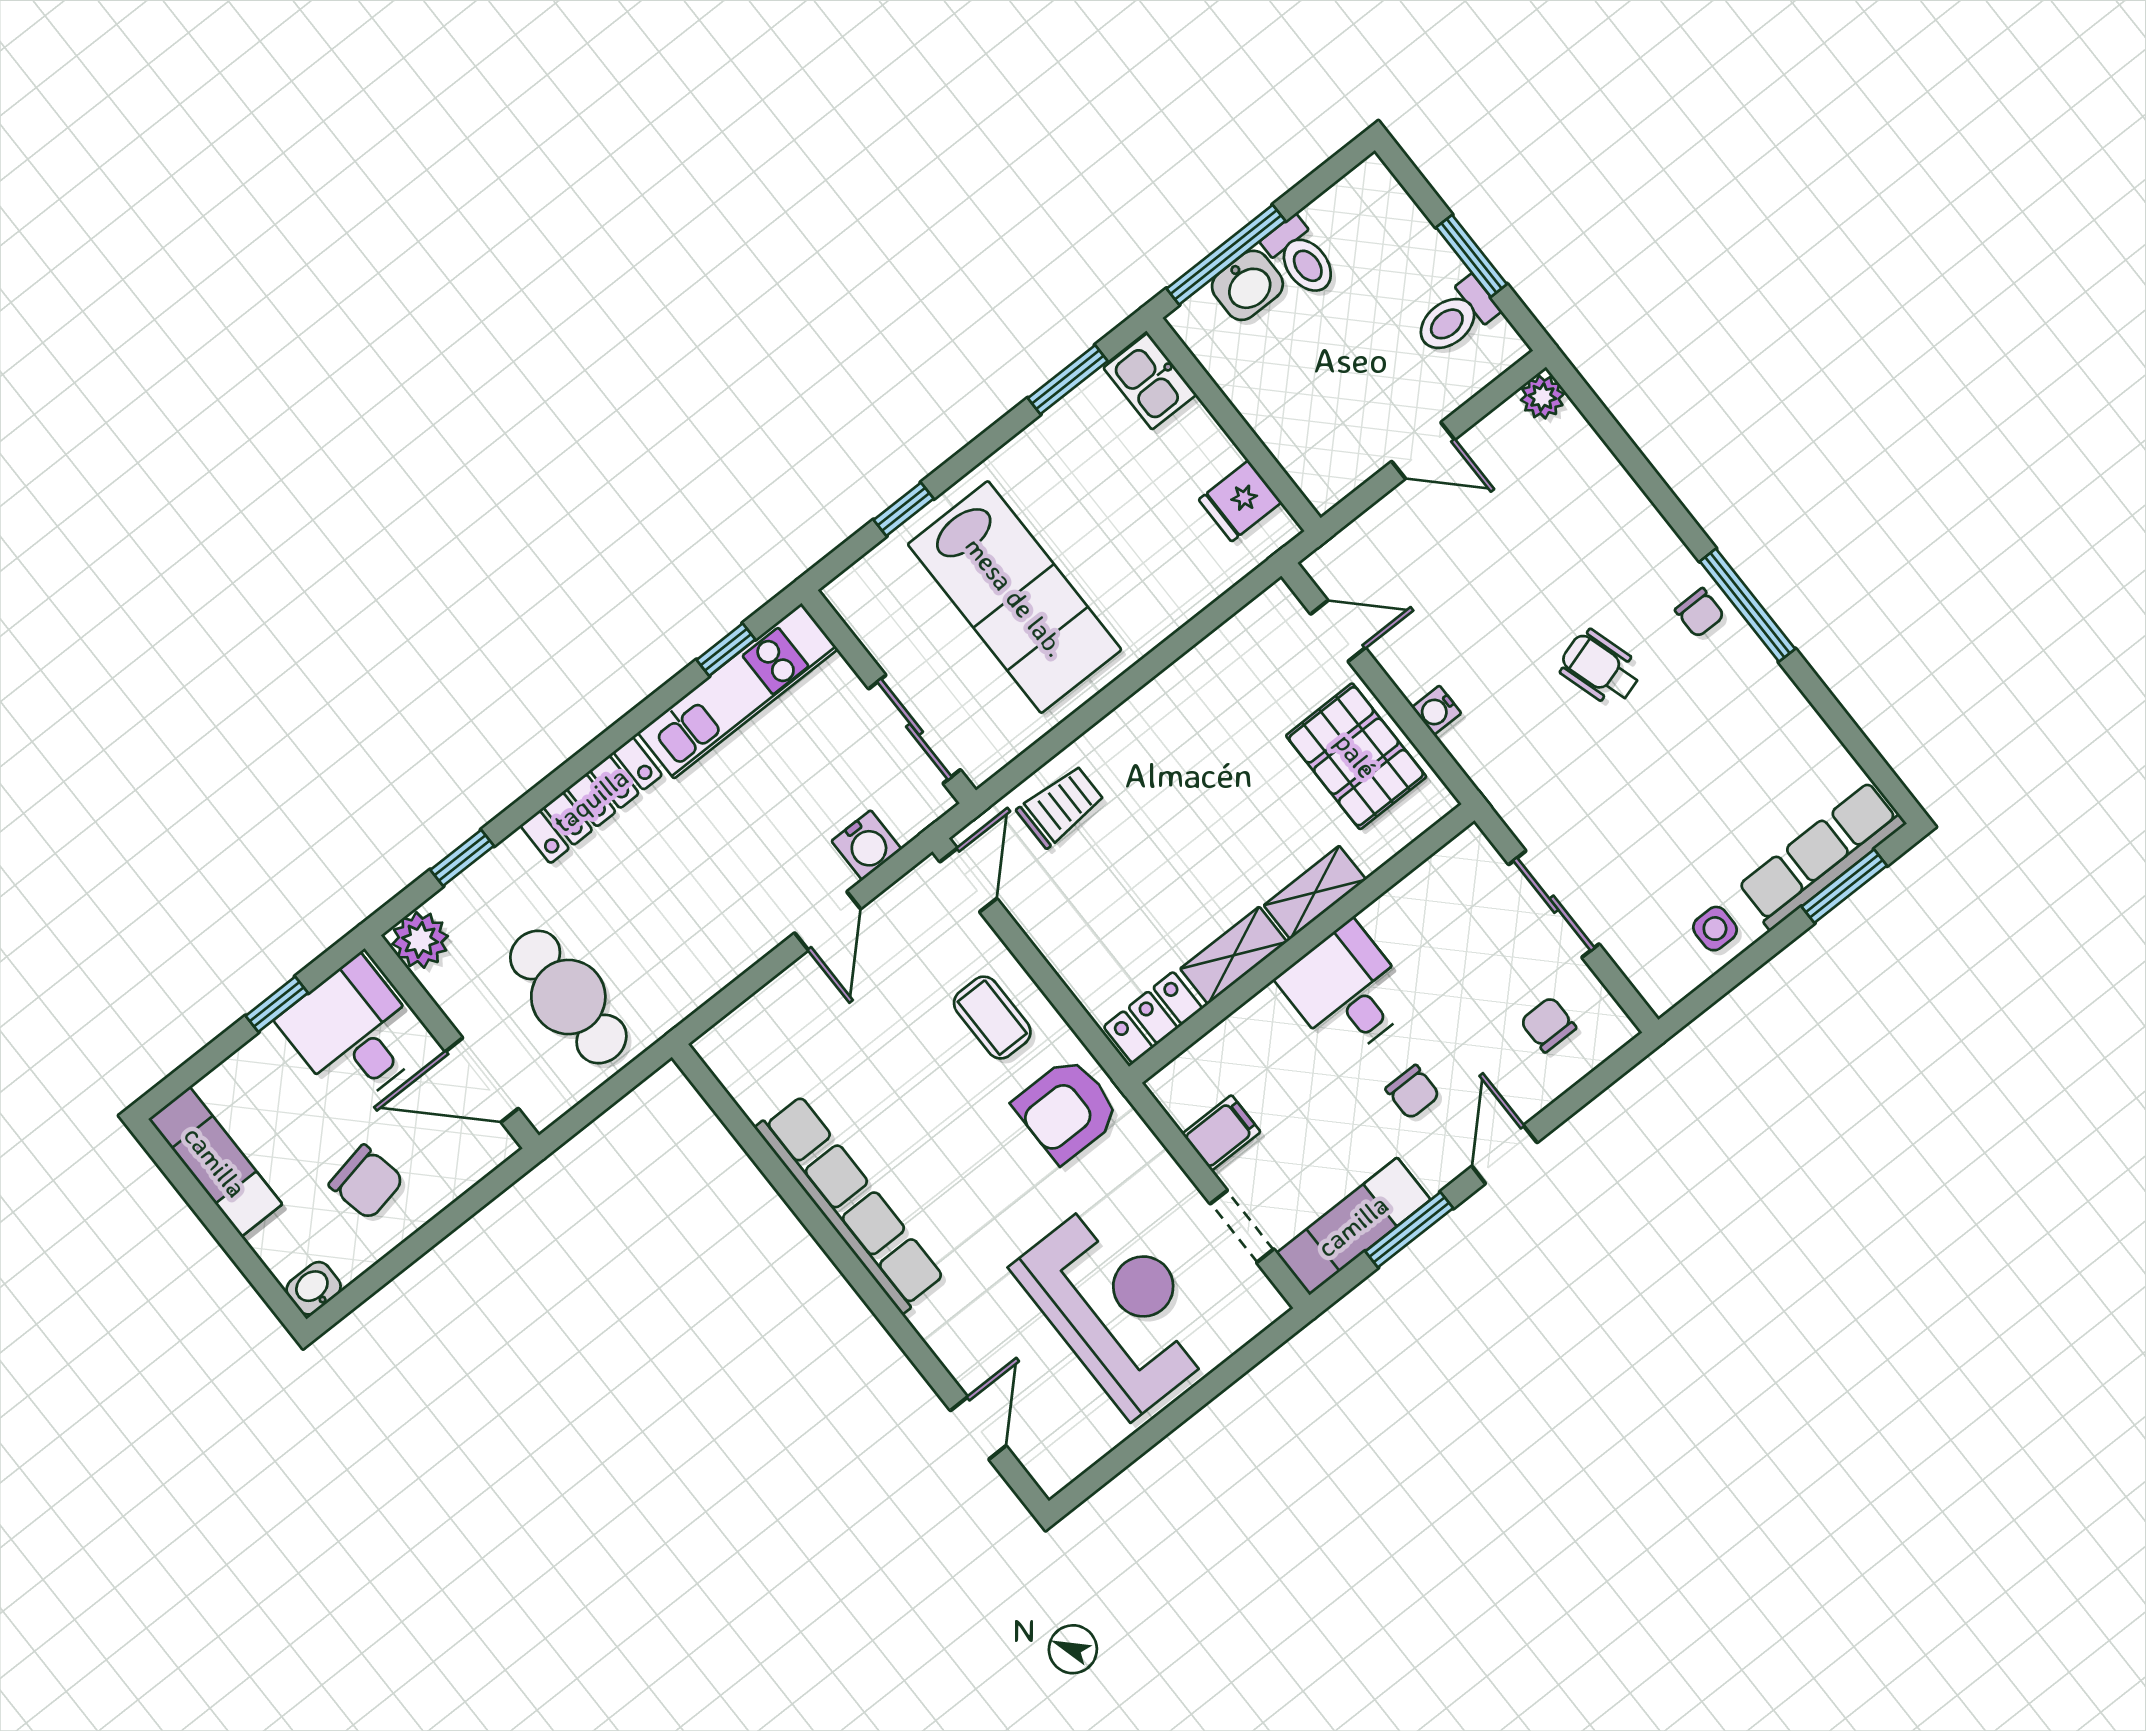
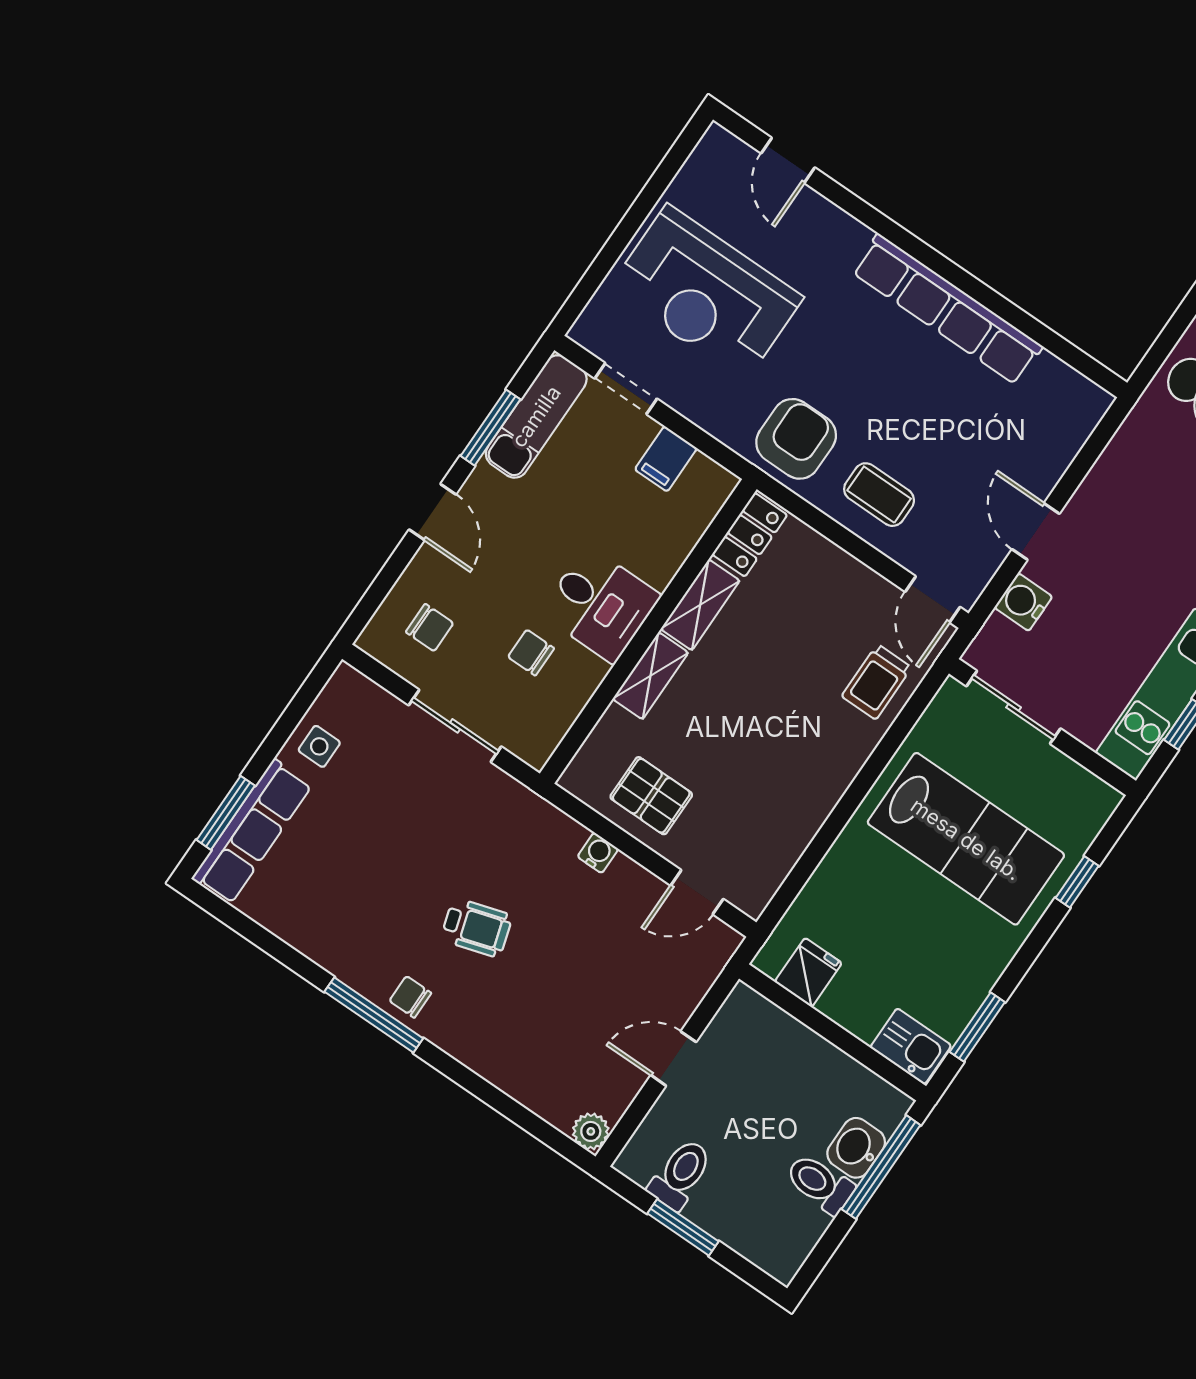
lab bench: (1015, 597) -> (966, 839), turned 180
pallet: (1356, 756) -> (651, 796), width x0.67, depth x0.71
chair: (1413, 1092) -> (531, 653), moved

